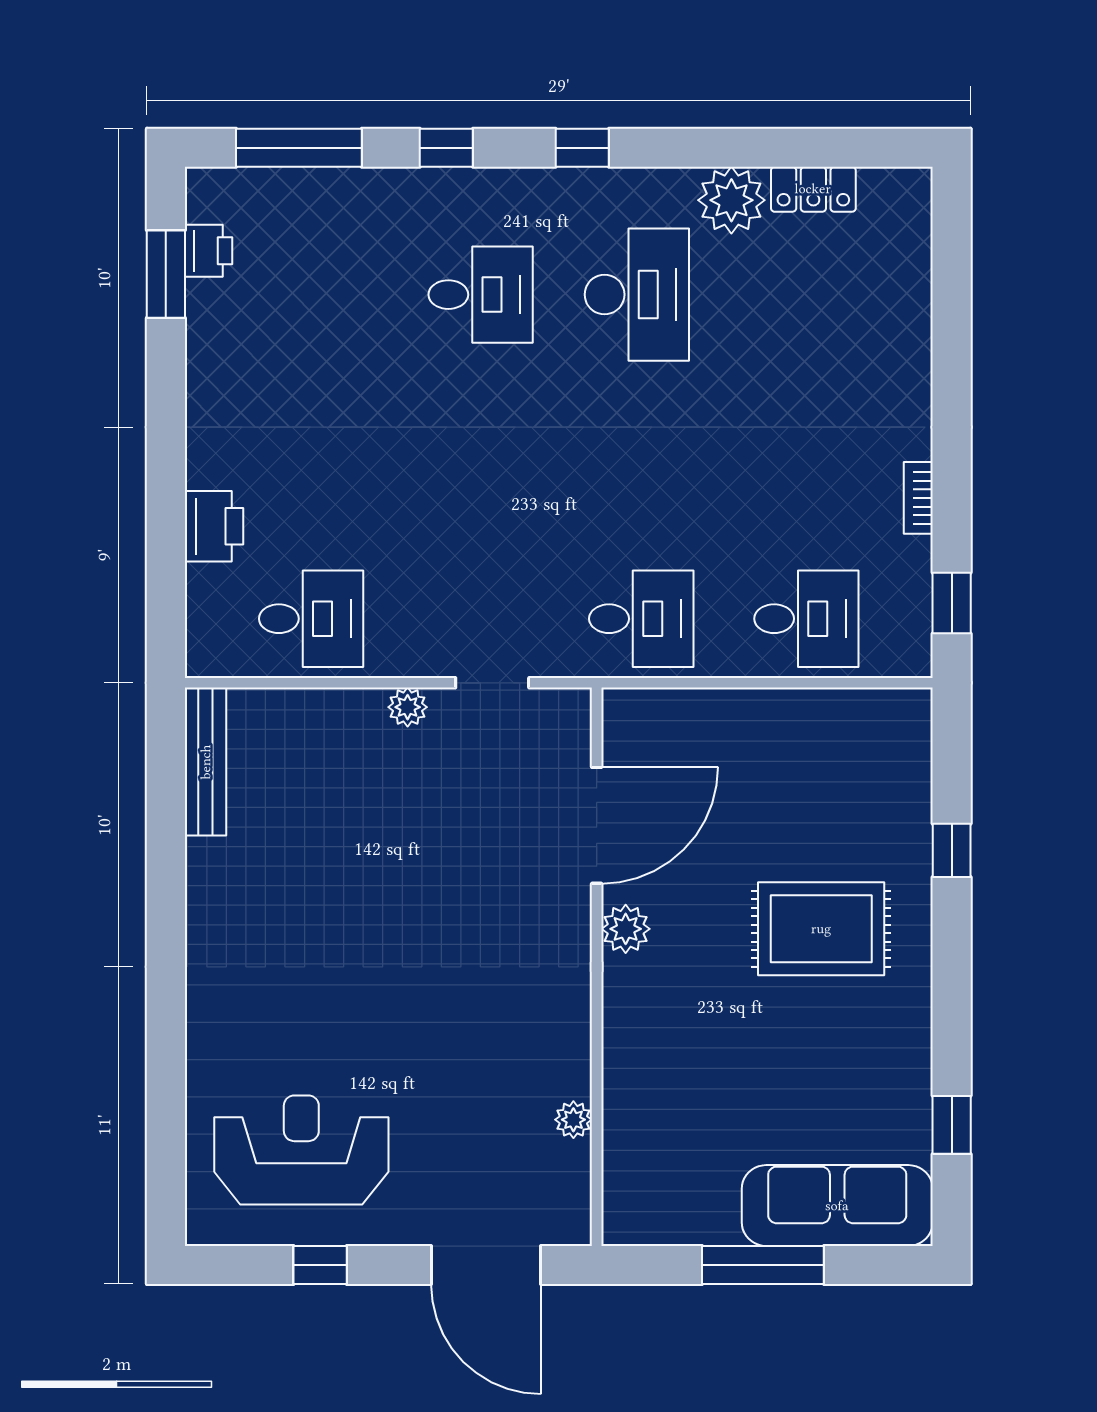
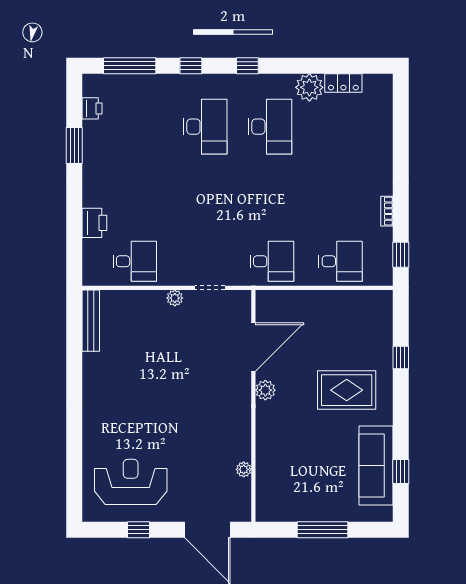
window: (166, 274) -> (74, 145), moved
desk: (481, 295) -> (205, 127), width x1.37
sofa: (837, 1206) -> (376, 466), moved, turned -90

